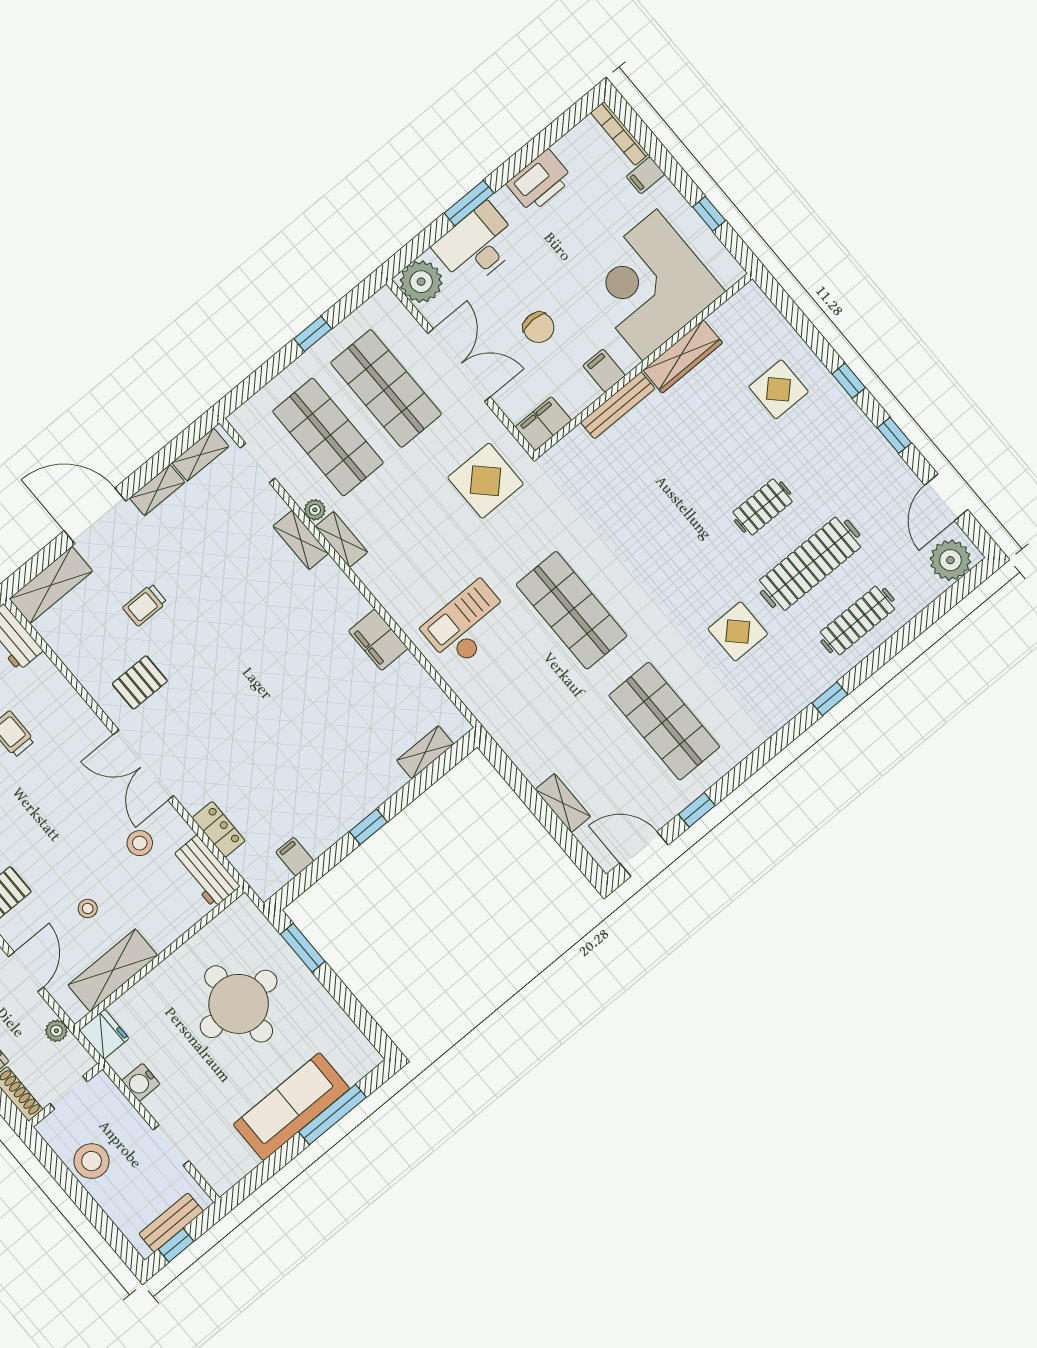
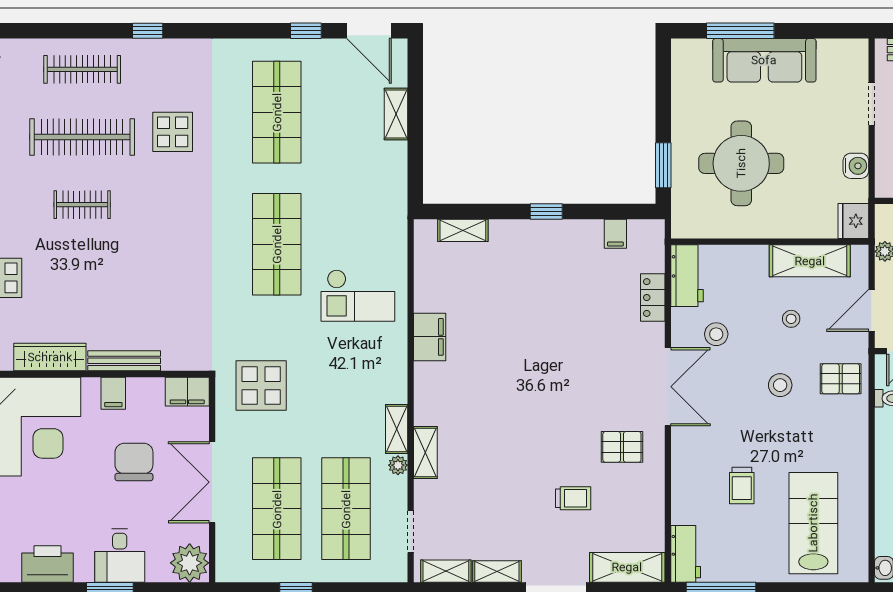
desk: (477, 245) -> (120, 556), width x0.73
chair: (539, 327) -> (134, 462), width x1.37, depth x1.37
stool: (50, 845) -> (780, 385), added

